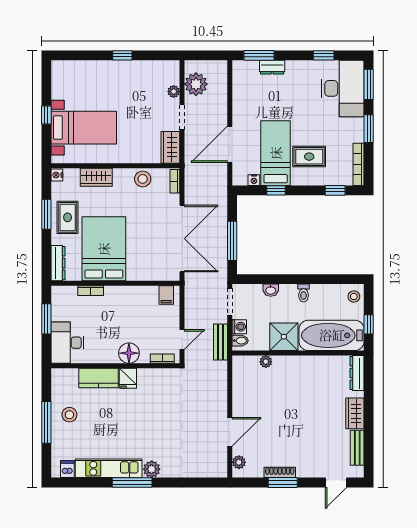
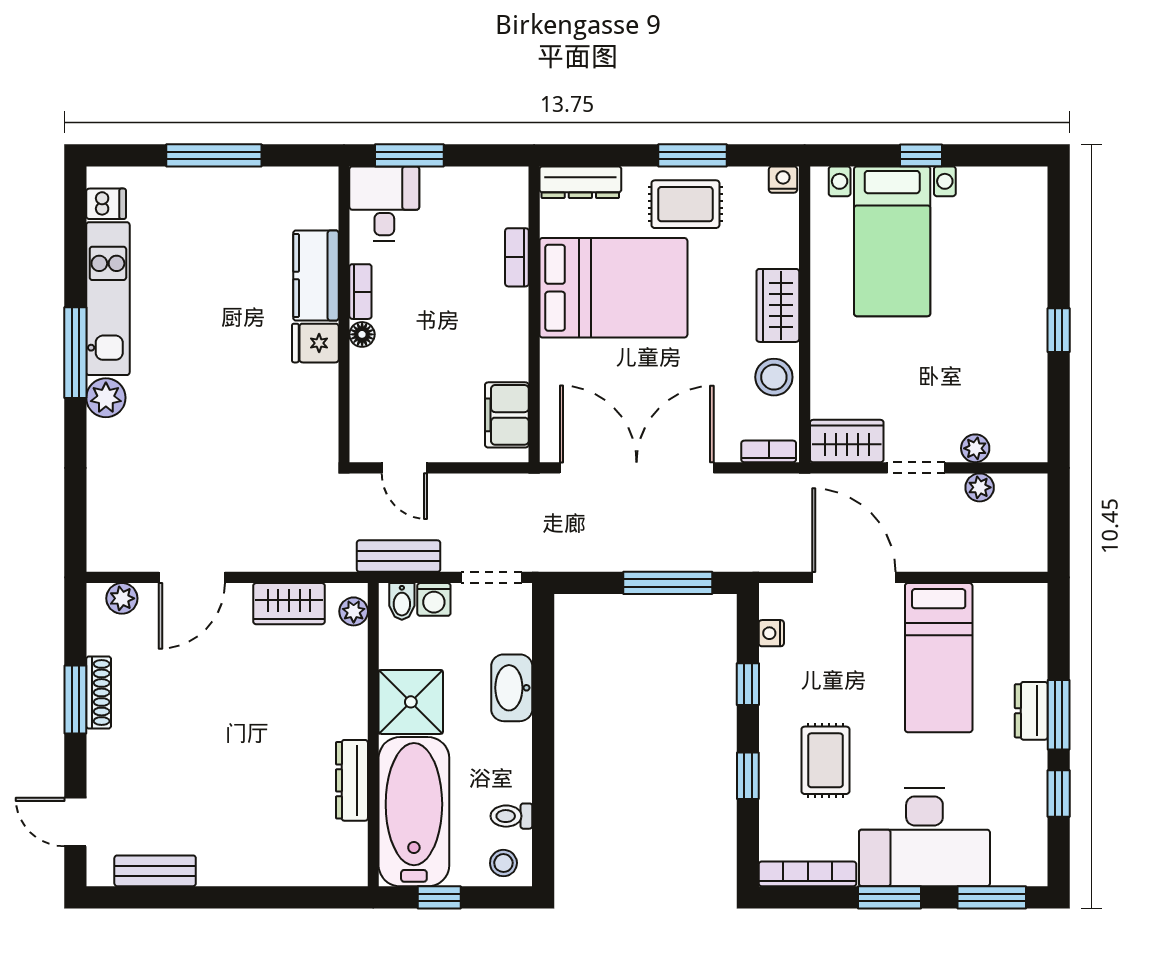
window: (259, 55) -> (1059, 715), moved
dresser: (272, 67) -> (1031, 711), moved
plant: (196, 84) -> (980, 487), width x0.53, depth x0.53
desk: (343, 88) -> (924, 837), moved
bed: (276, 153) -> (939, 658), moved, turned 90
wardrobe: (96, 177) -> (778, 305), moved
window: (335, 190) -> (748, 776), moved
double door: (182, 239) -> (637, 468), swing flipped
window: (232, 241) -> (668, 583), moved
washbasin: (271, 290) -> (512, 688), width x1.91, depth x1.45
toilet: (304, 293) -> (511, 816), moved
filing cabinet: (166, 295) -> (507, 415), width x2.00
window: (46, 319) -> (409, 155), moved
desk: (67, 343) -> (384, 204), width x0.73
floor lamp: (129, 353) -> (362, 334), width x0.53, depth x0.53
bookcase: (162, 359) -> (360, 292), moved
plant: (266, 362) -> (354, 611), moved
dresser: (357, 373) -> (352, 780), moved, turned -90
wardrobe: (355, 413) -> (289, 604), moved, turned 180
stool: (69, 415) -> (231, 208), removed
door: (230, 432) -> (192, 577), hinge flipped

